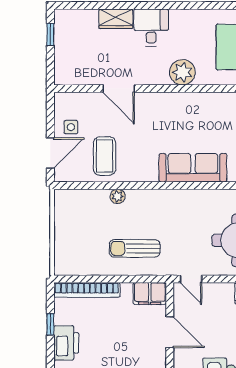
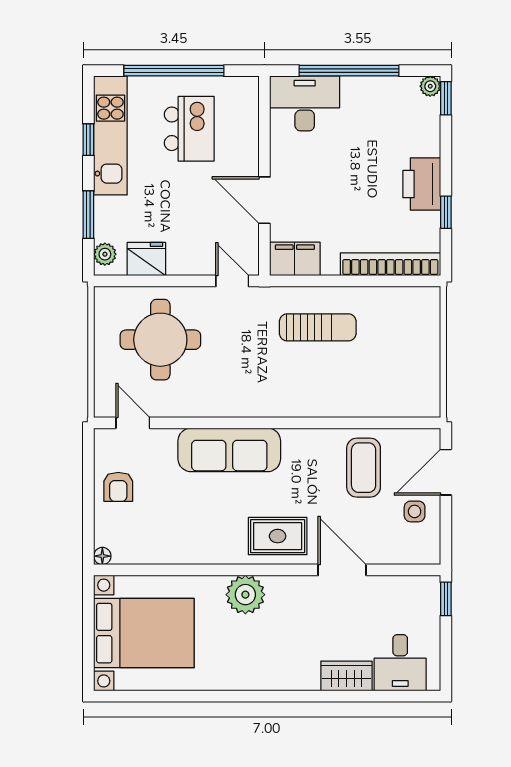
desk: (151, 27) -> (400, 663), moved
window: (50, 35) -> (446, 599), moved
rug: (161, 111) -> (278, 536), added
plant: (118, 196) -> (344, 406), removed

